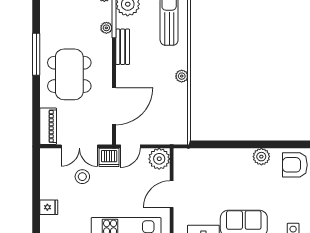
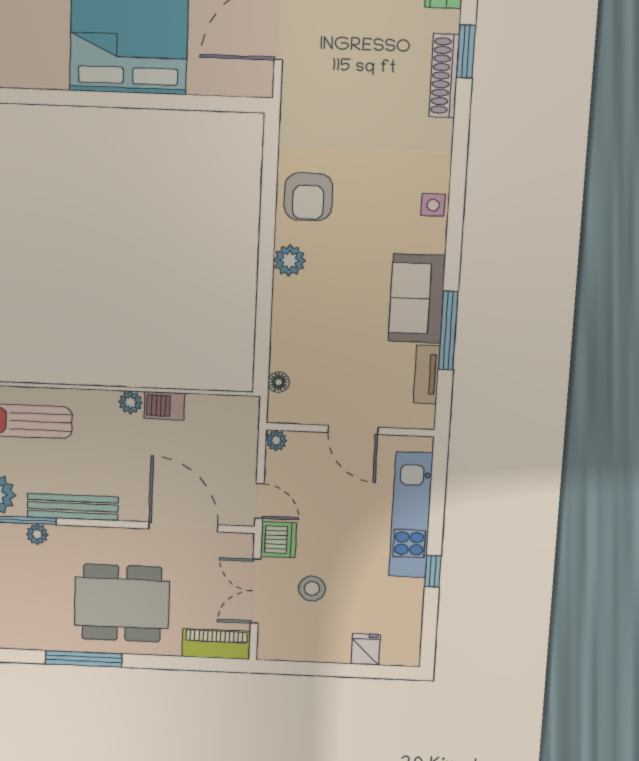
bench: (123, 47) -> (73, 507), width x1.36
barbecue: (181, 94) -> (164, 406), added
double door: (79, 146) -> (256, 591), swing flipped
floor lamp: (196, 154) -> (279, 382), added
plant: (159, 159) -> (276, 440), width x0.53, depth x0.53

